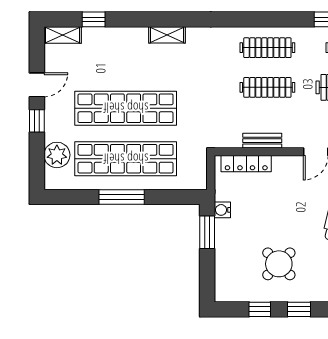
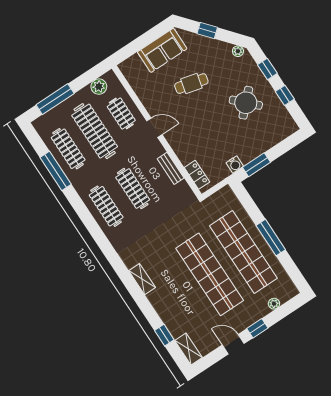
plant: (57, 155) -> (274, 304), width x0.53, depth x0.53
locker: (246, 164) -> (197, 175), width x0.66

